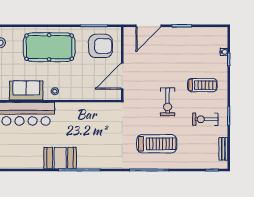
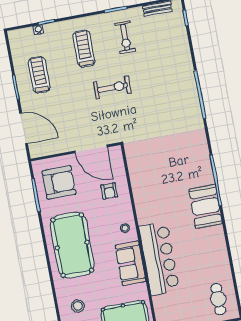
armchair: (100, 46) -> (59, 182), turned 90
armchair: (86, 84) -> (109, 191), added
treadmill: (157, 144) -> (39, 75), moved, width x0.73, depth x0.73

